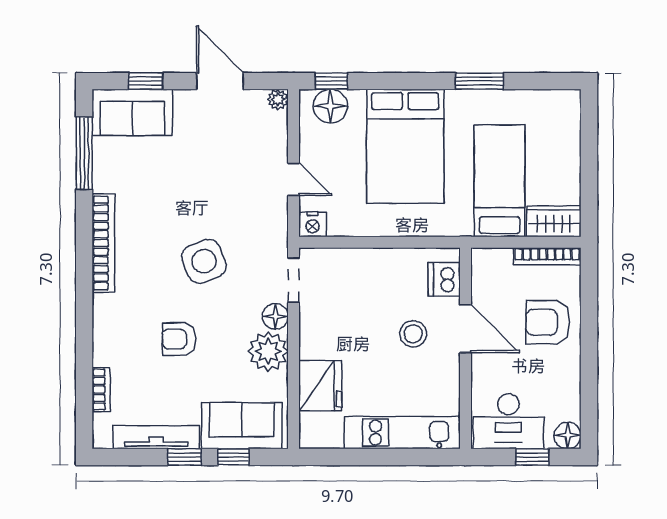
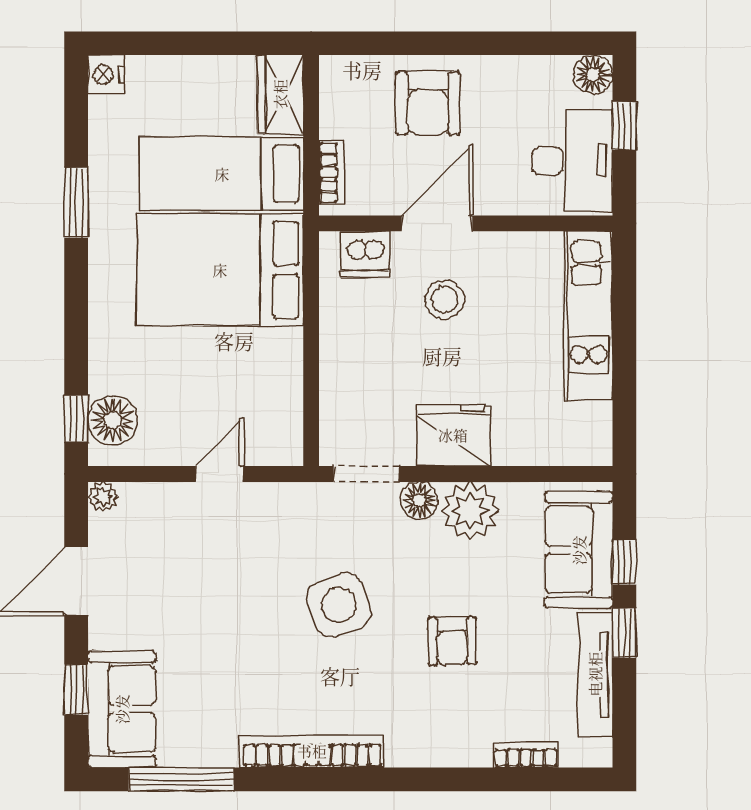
bed: (405, 146) -> (220, 270), moved, turned 180
nightstand: (313, 224) -> (106, 75), moved, turned 180
bookcase: (547, 256) -> (332, 173), moved, width x0.64
fridge: (320, 386) -> (453, 435), moved

